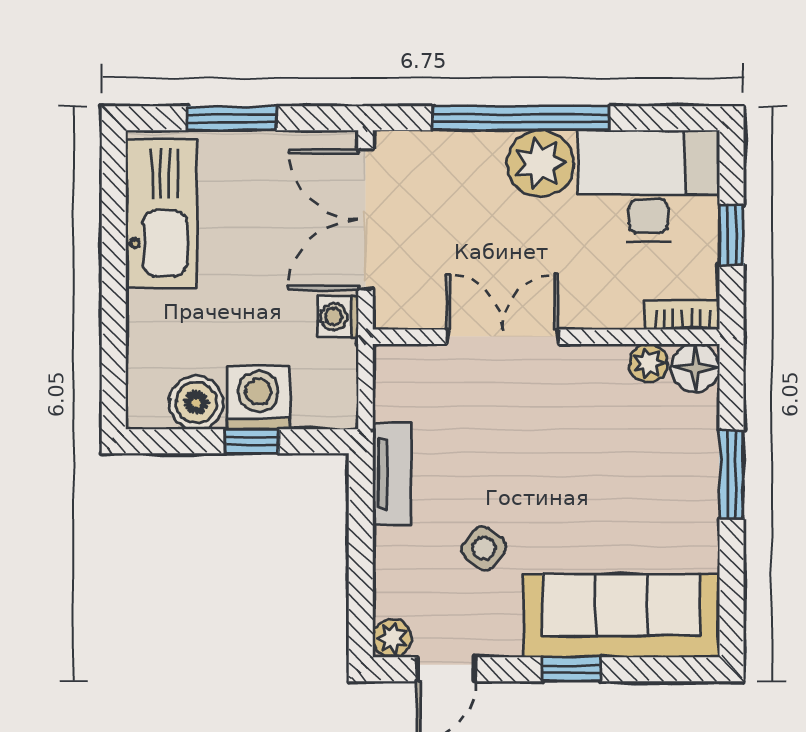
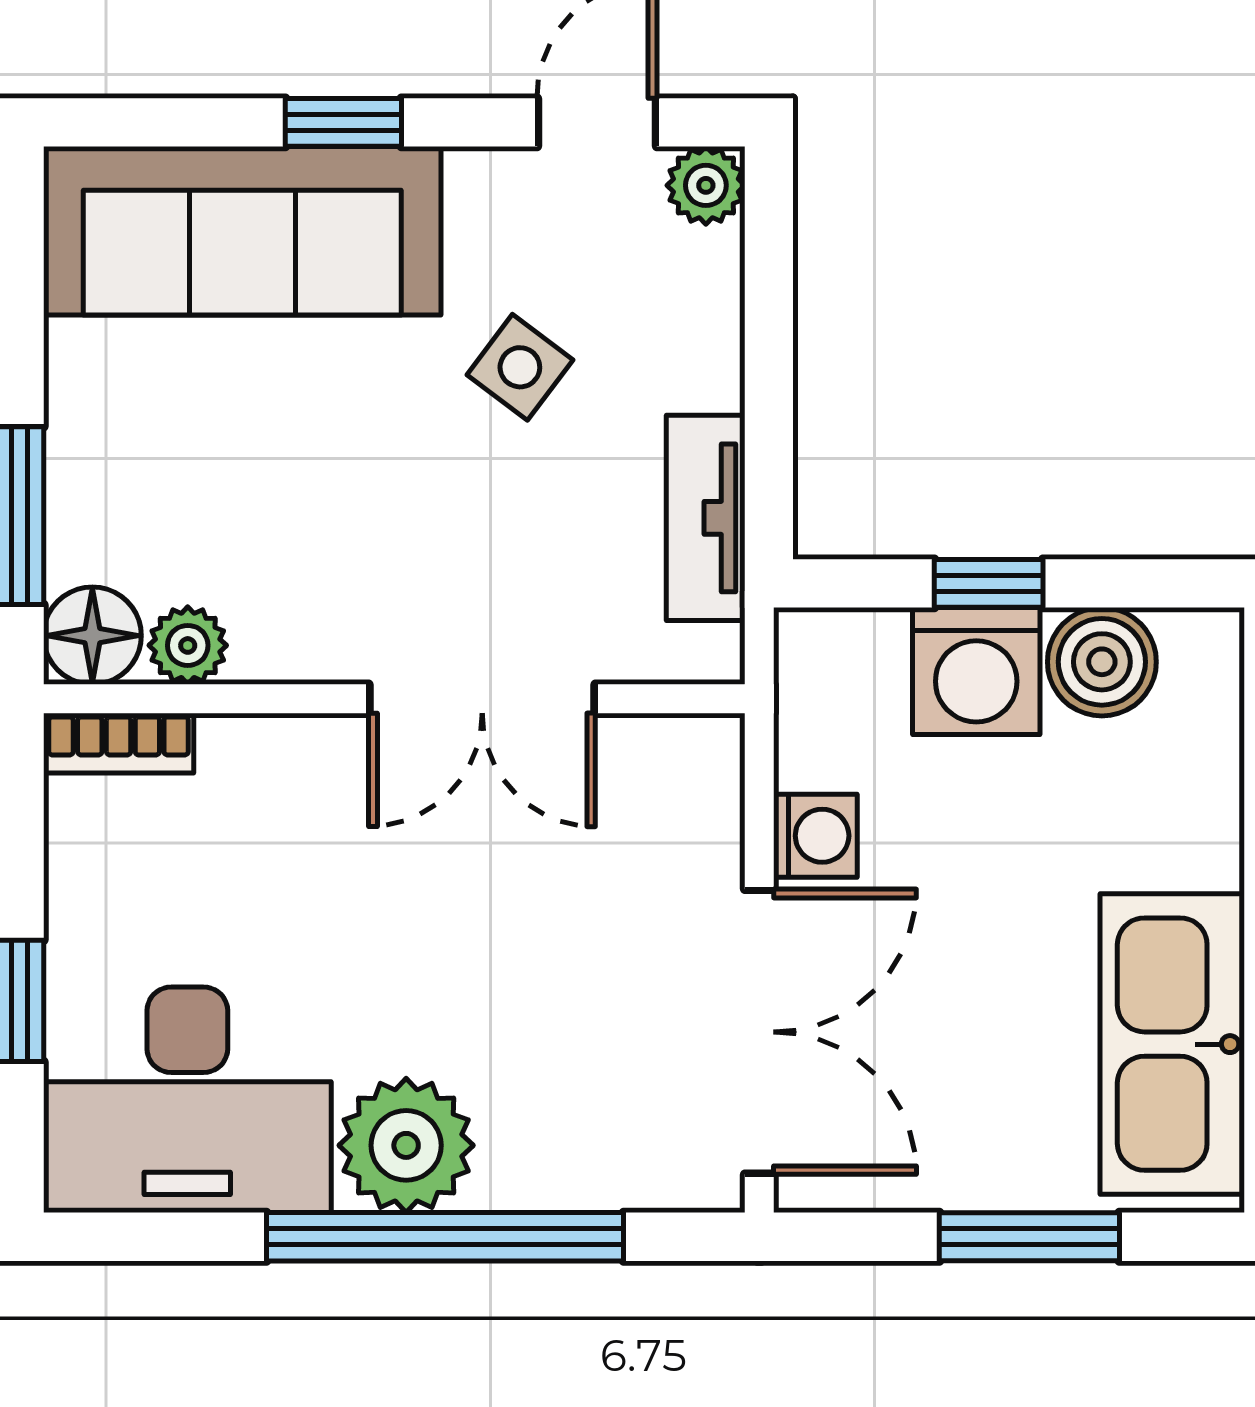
bookcase: (683, 315) -> (119, 743), moved
double door: (503, 337) -> (482, 699), moved
wall: (546, 337) -> (394, 699), moved
plant: (648, 363) -> (188, 645), moved
floor lamp: (695, 368) -> (92, 636), moved

